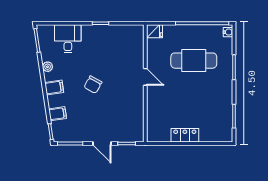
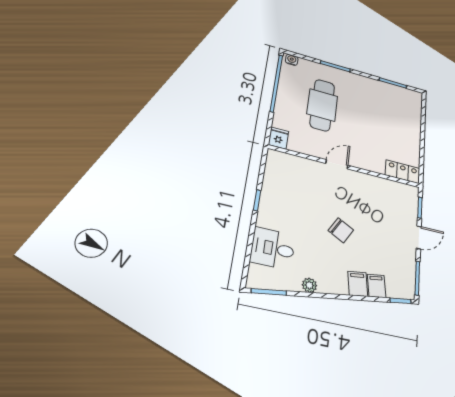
filing cabinet: (54, 87) -> (358, 284), moved
locker: (185, 135) -> (403, 172), moved, turned 90

